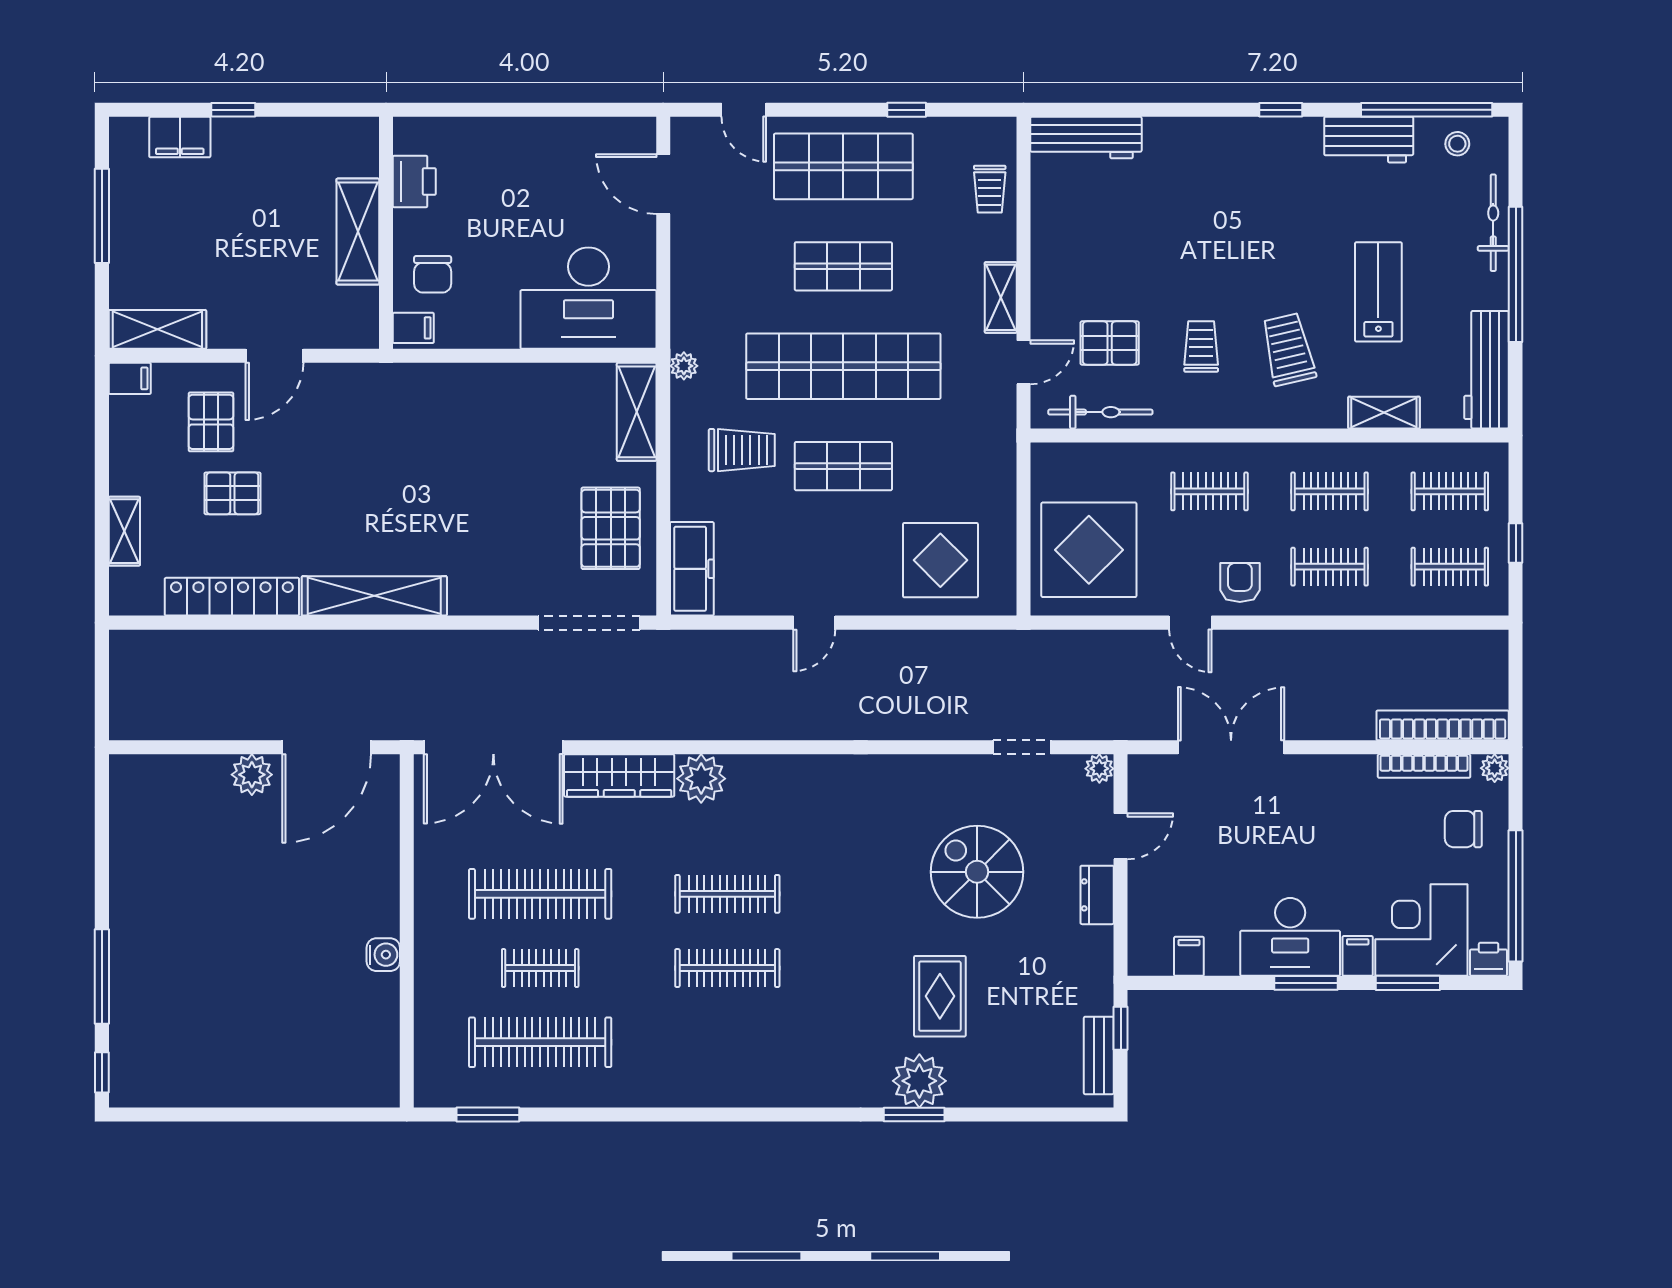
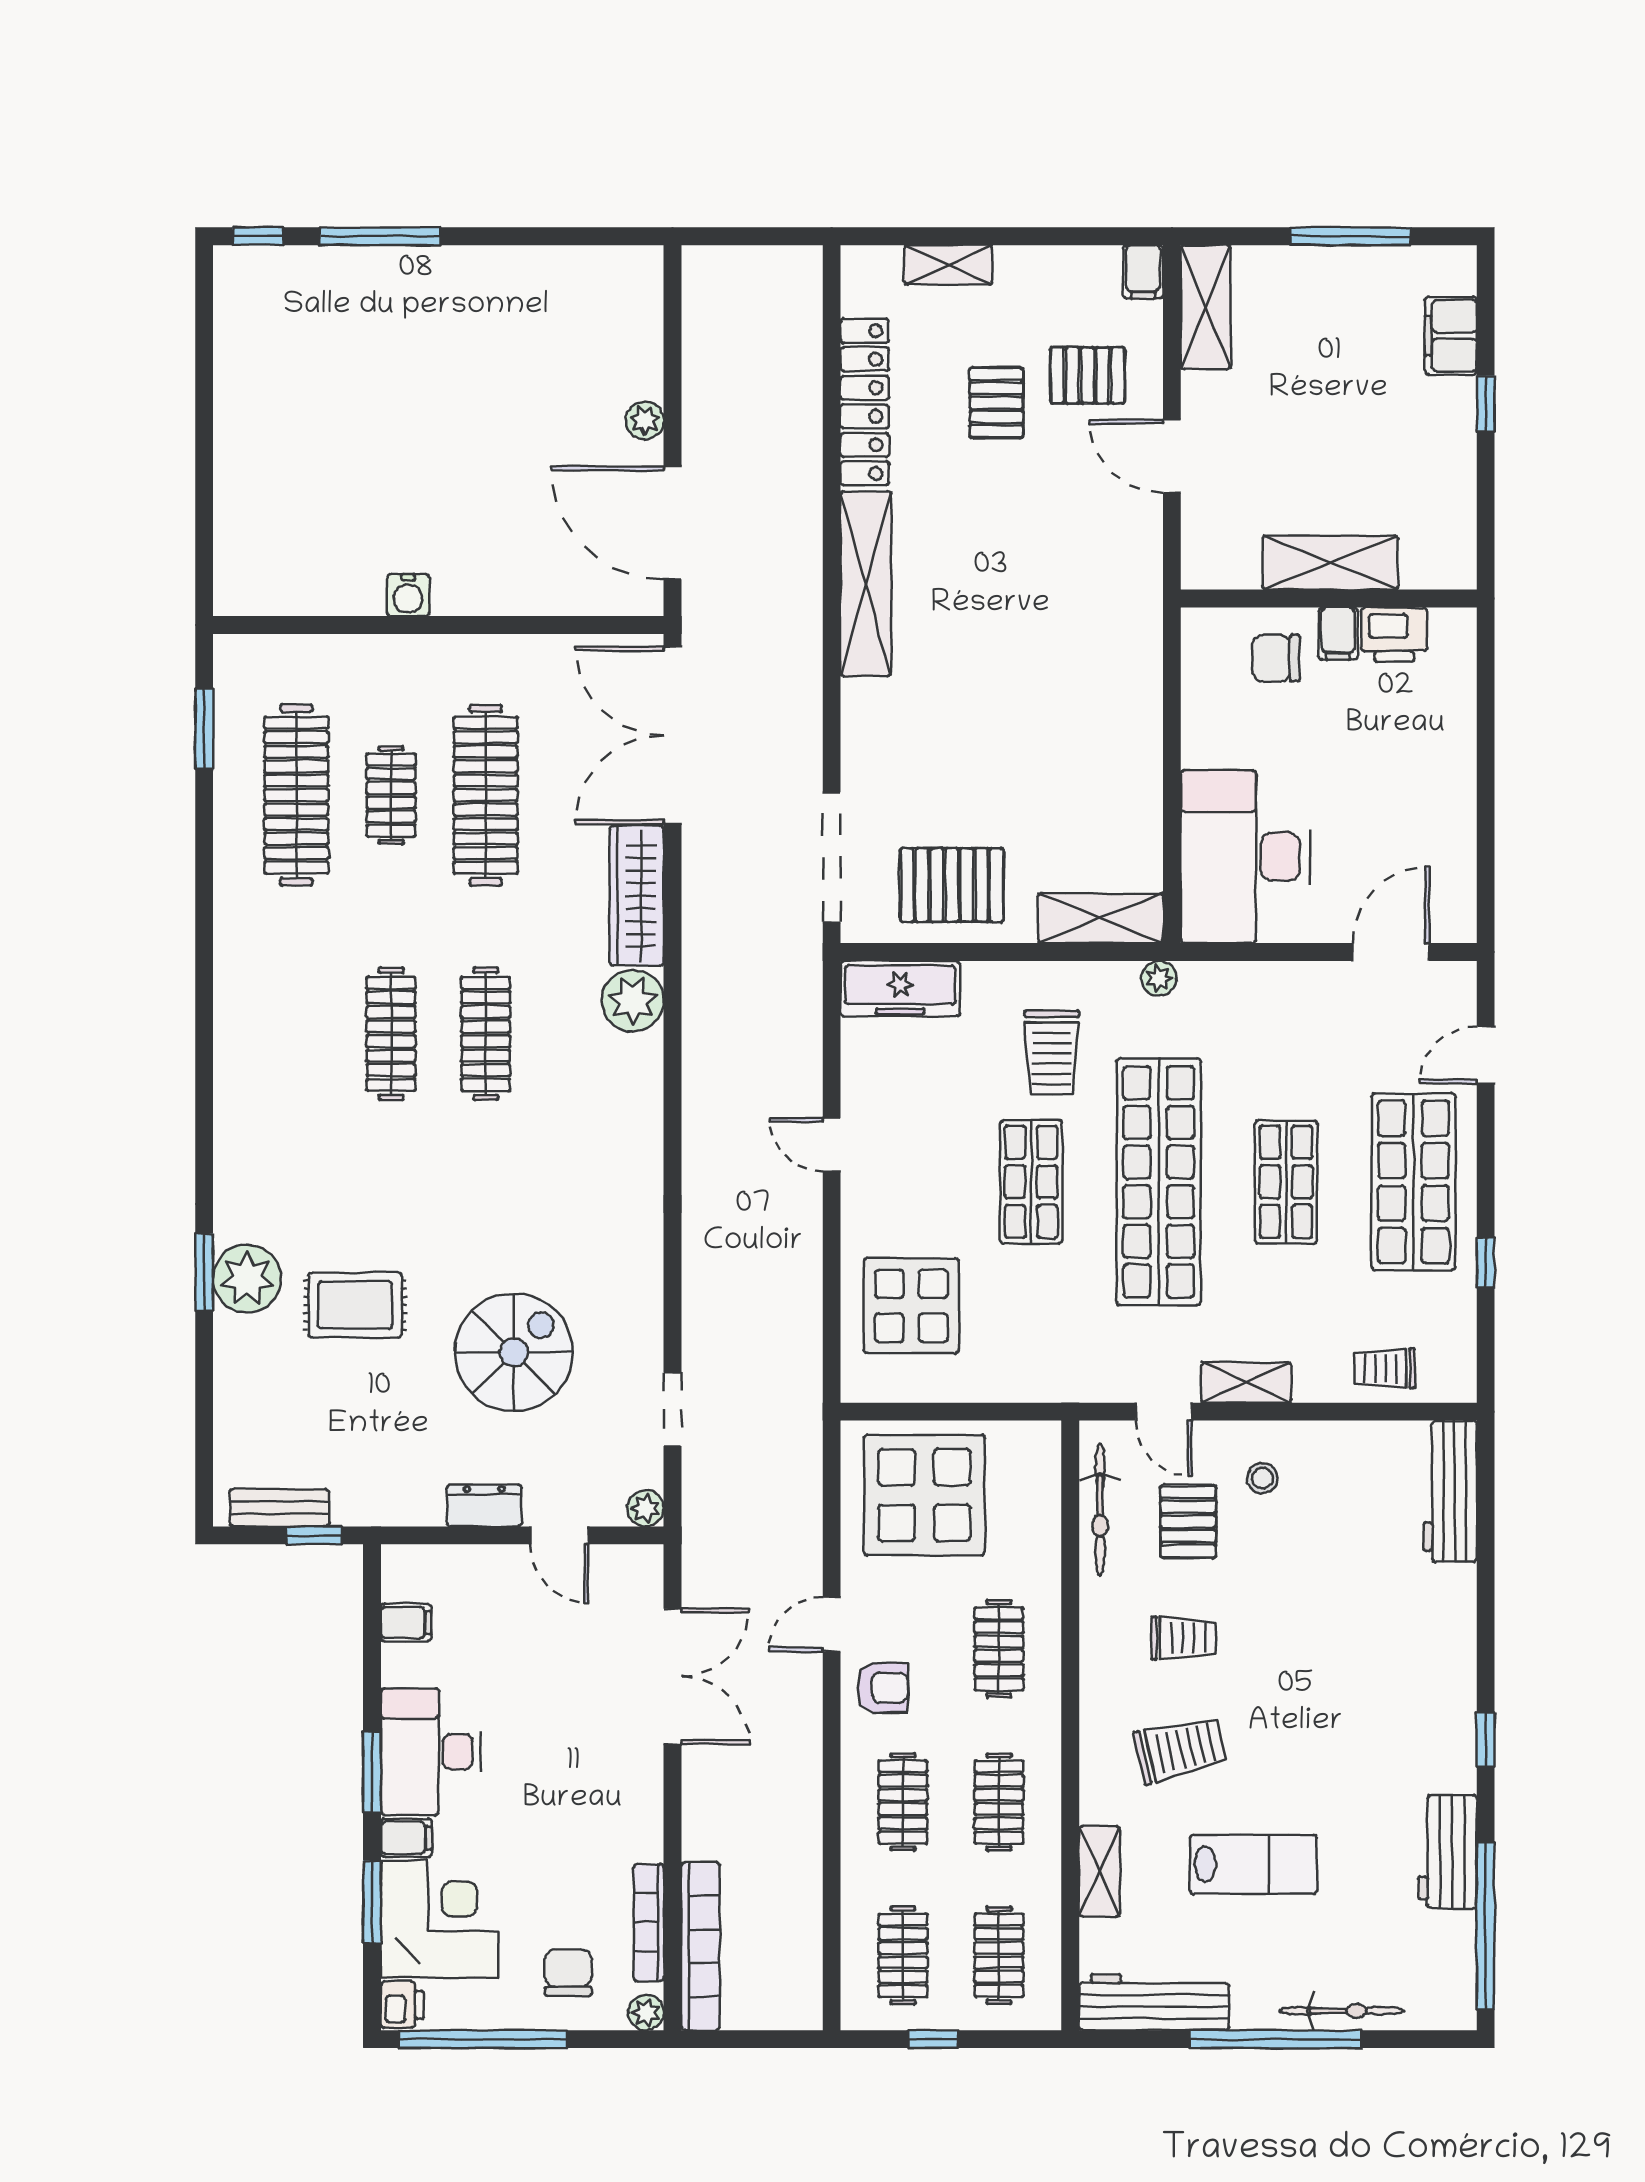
stool: (1457, 144) -> (1263, 1478), moved
filing cabinet: (413, 328) -> (1338, 633), moved
plant: (252, 775) -> (645, 420), width x0.73, depth x0.73

